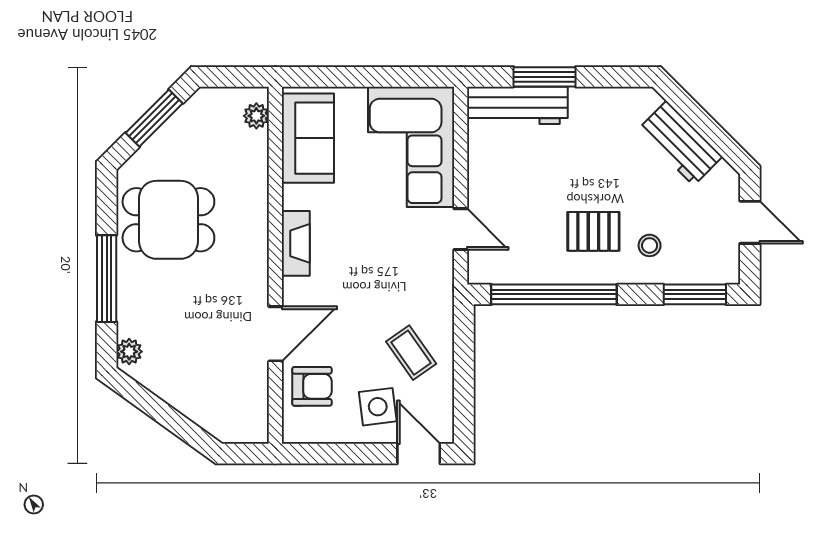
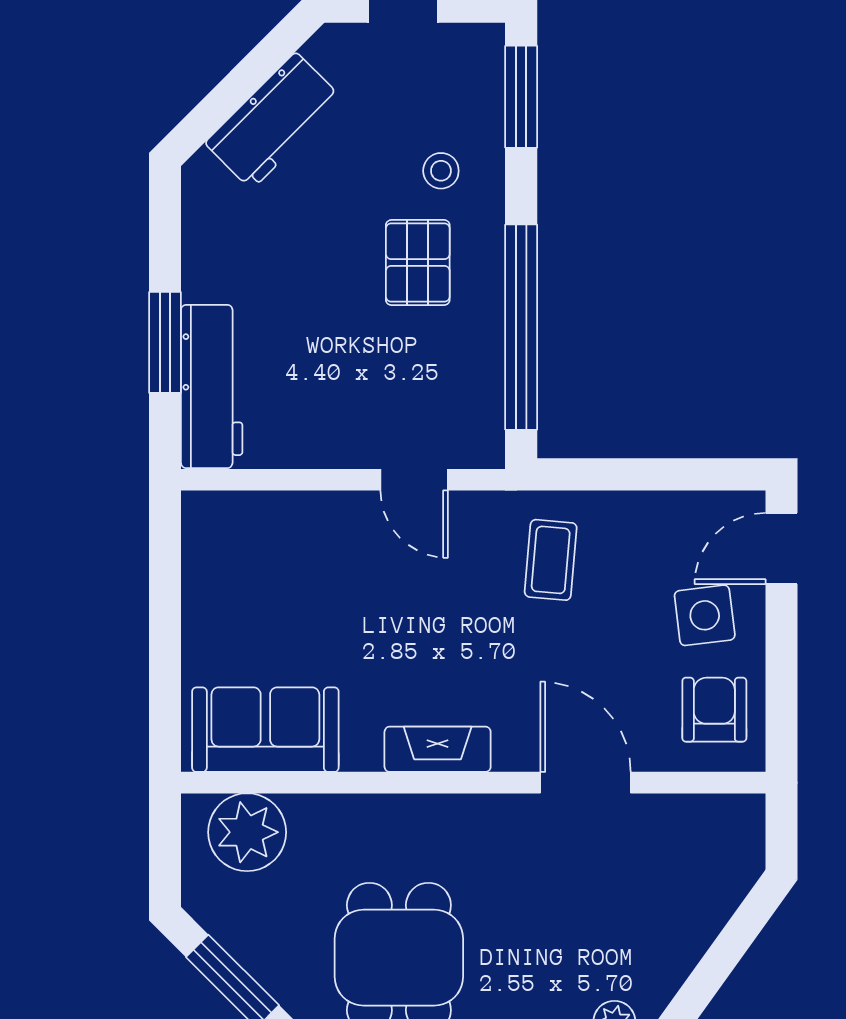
plant: (256, 116) -> (247, 832), width x1.88, depth x1.88
corner sofa: (411, 147) -> (280, 561), removed
door: (461, 229) -> (414, 480), swing flipped
coffee table: (411, 353) -> (551, 560), moved, turned -50
armchair: (312, 386) -> (714, 710), moved

